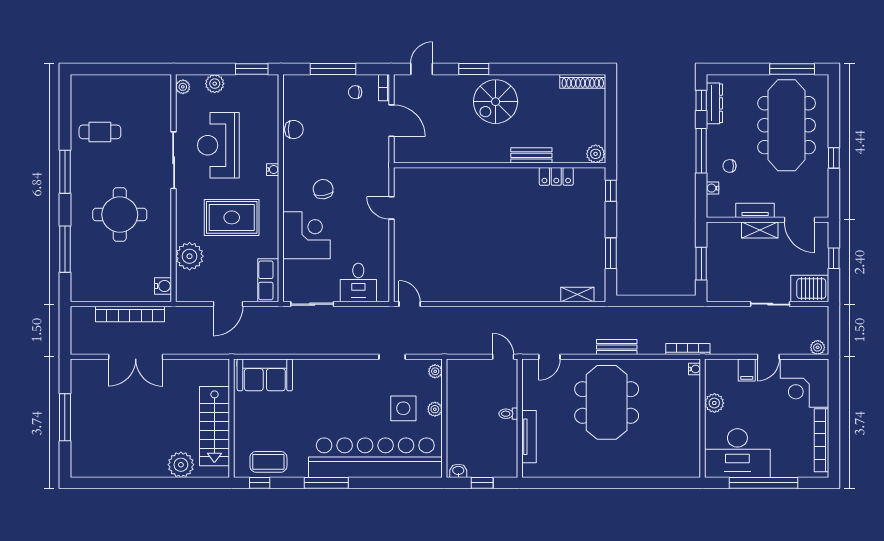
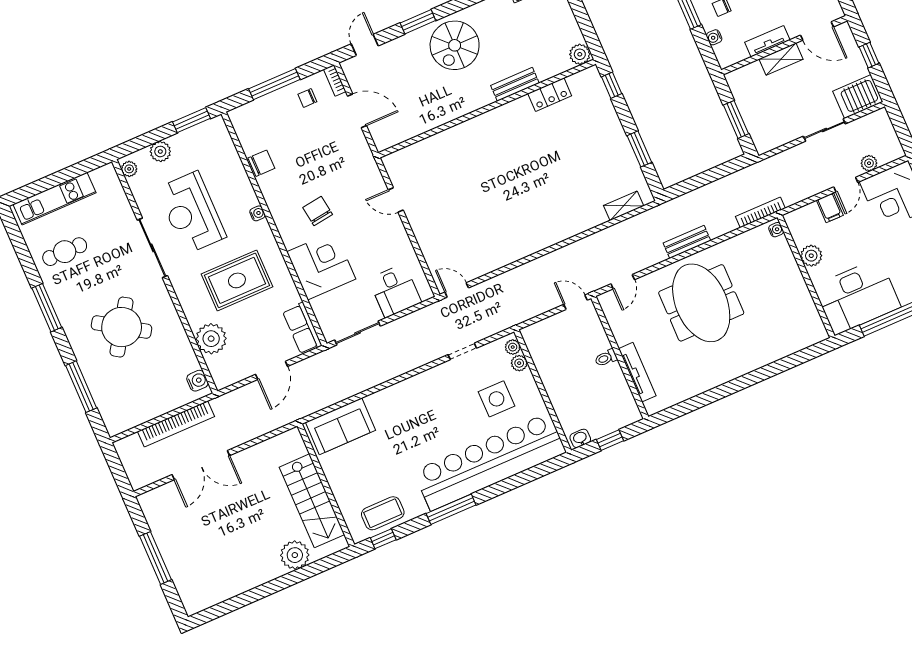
kitchen unit: (111, 84) -> (54, 199), added
round table: (120, 215) -> (122, 327), turned 33
plant: (818, 347) -> (869, 163), moved
plant: (435, 409) -> (519, 363), moved

